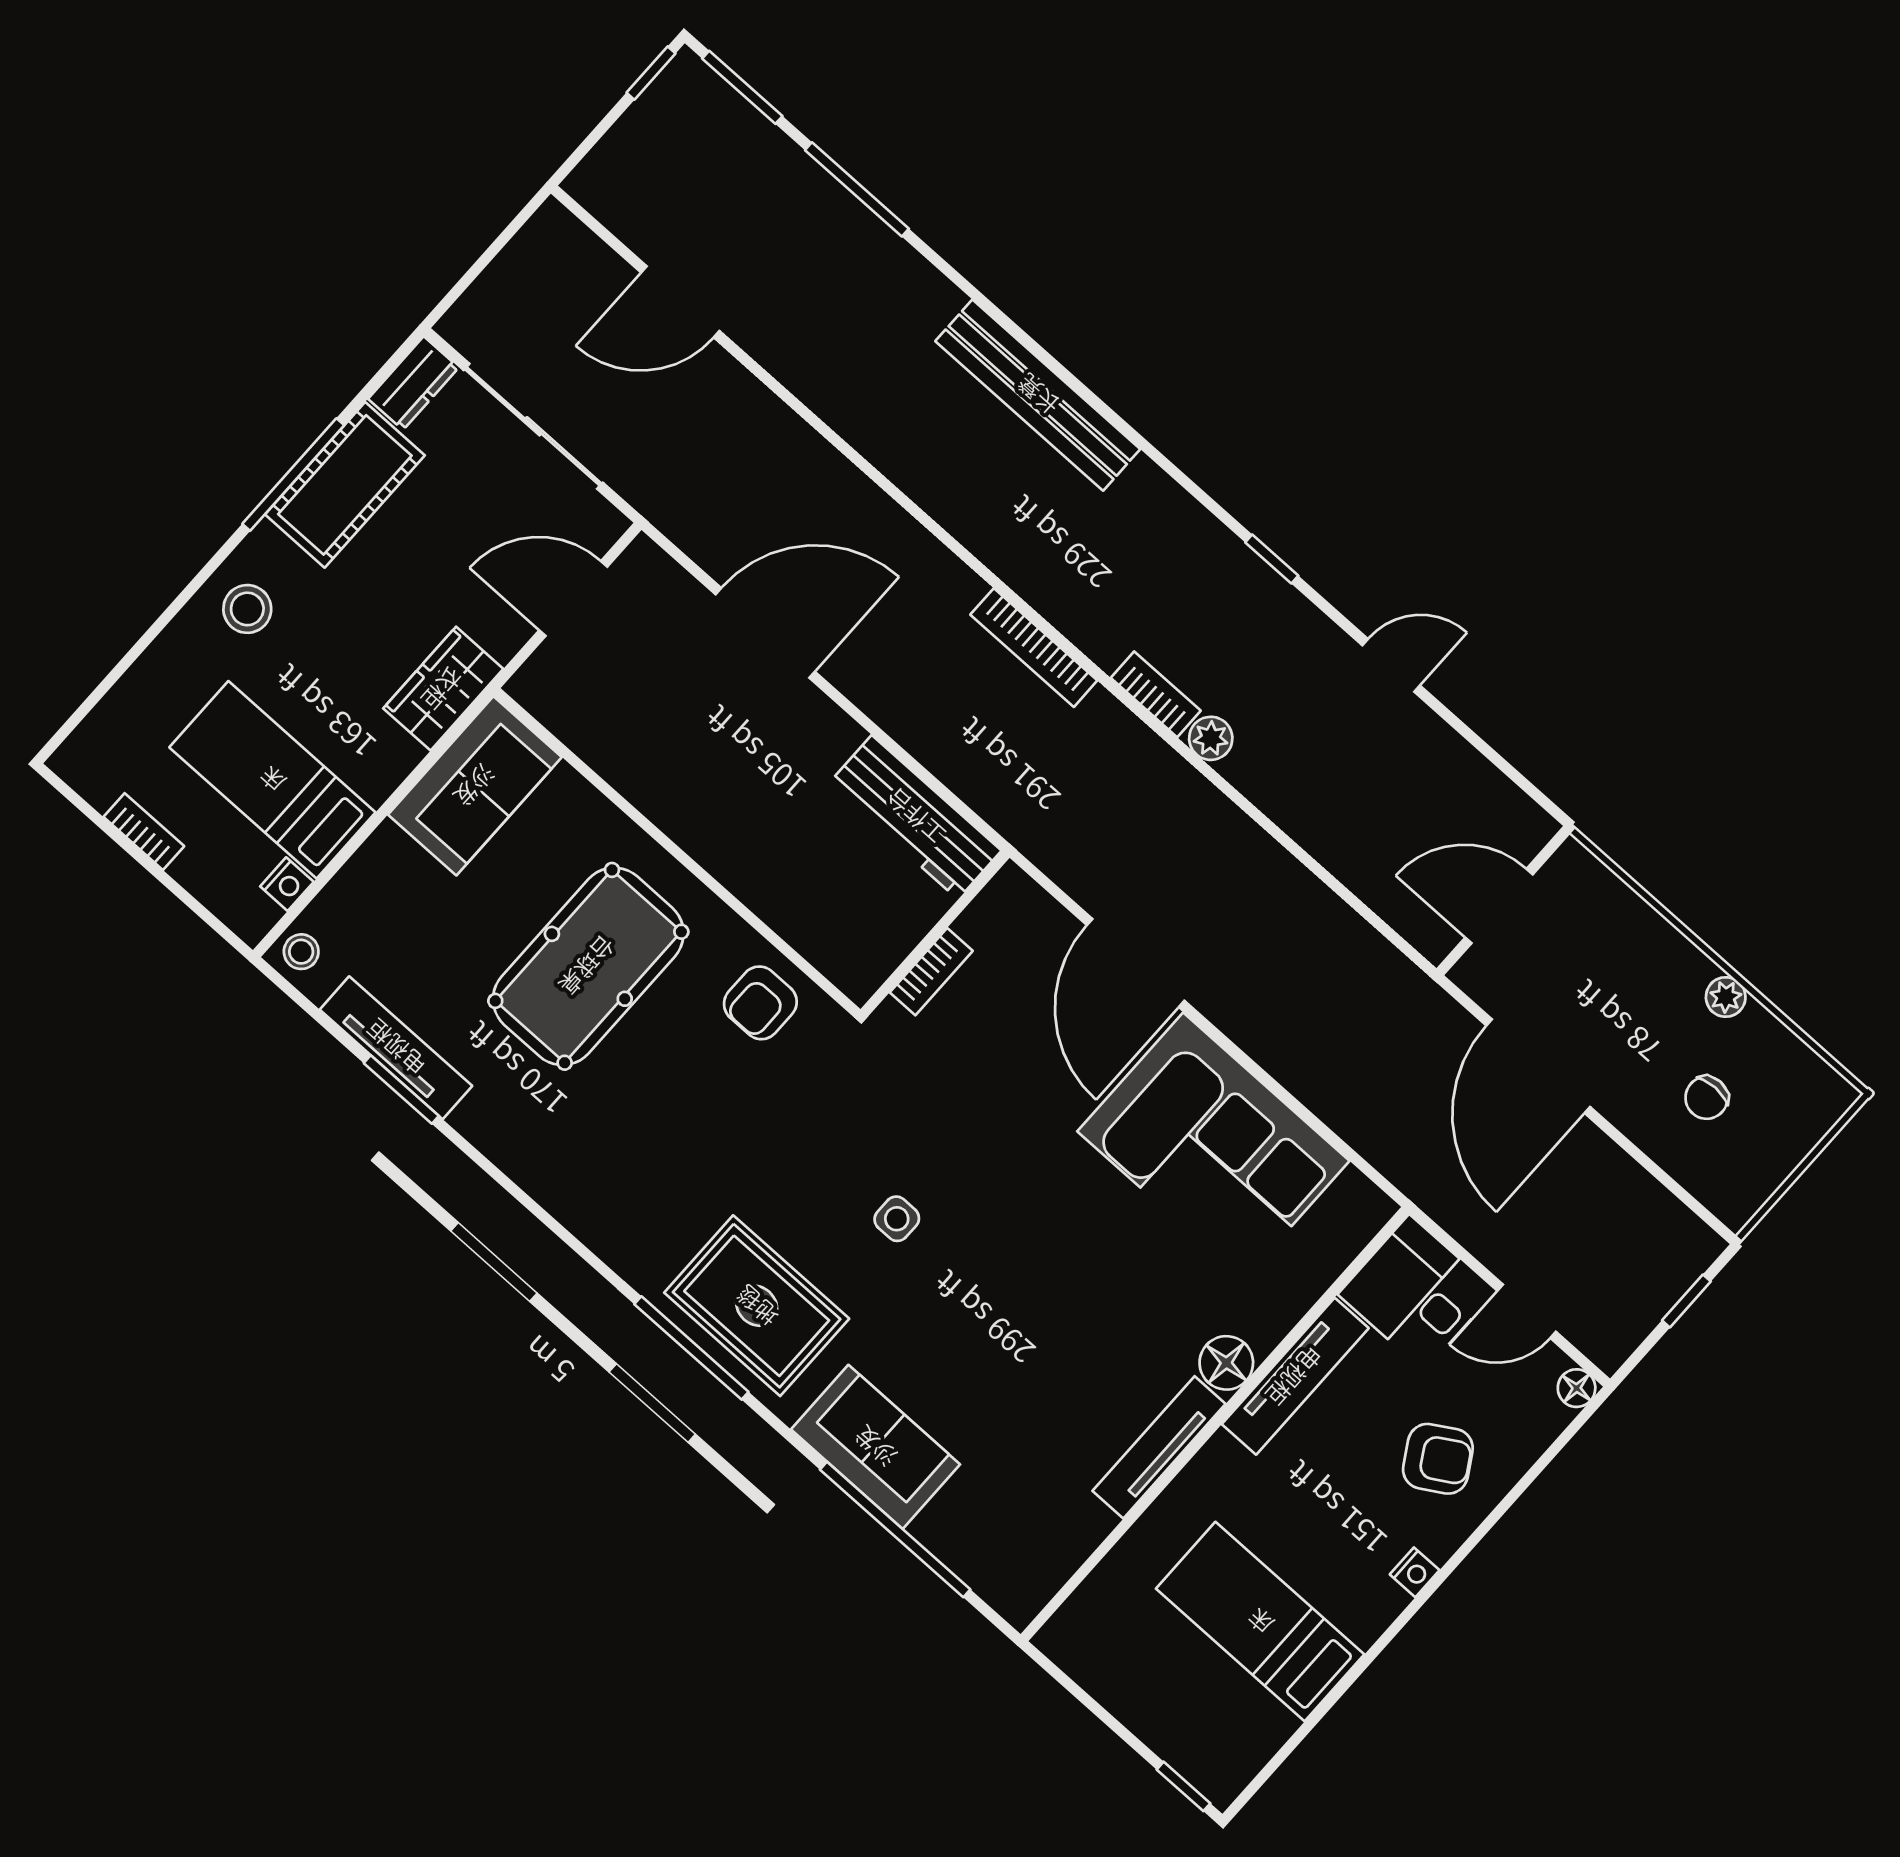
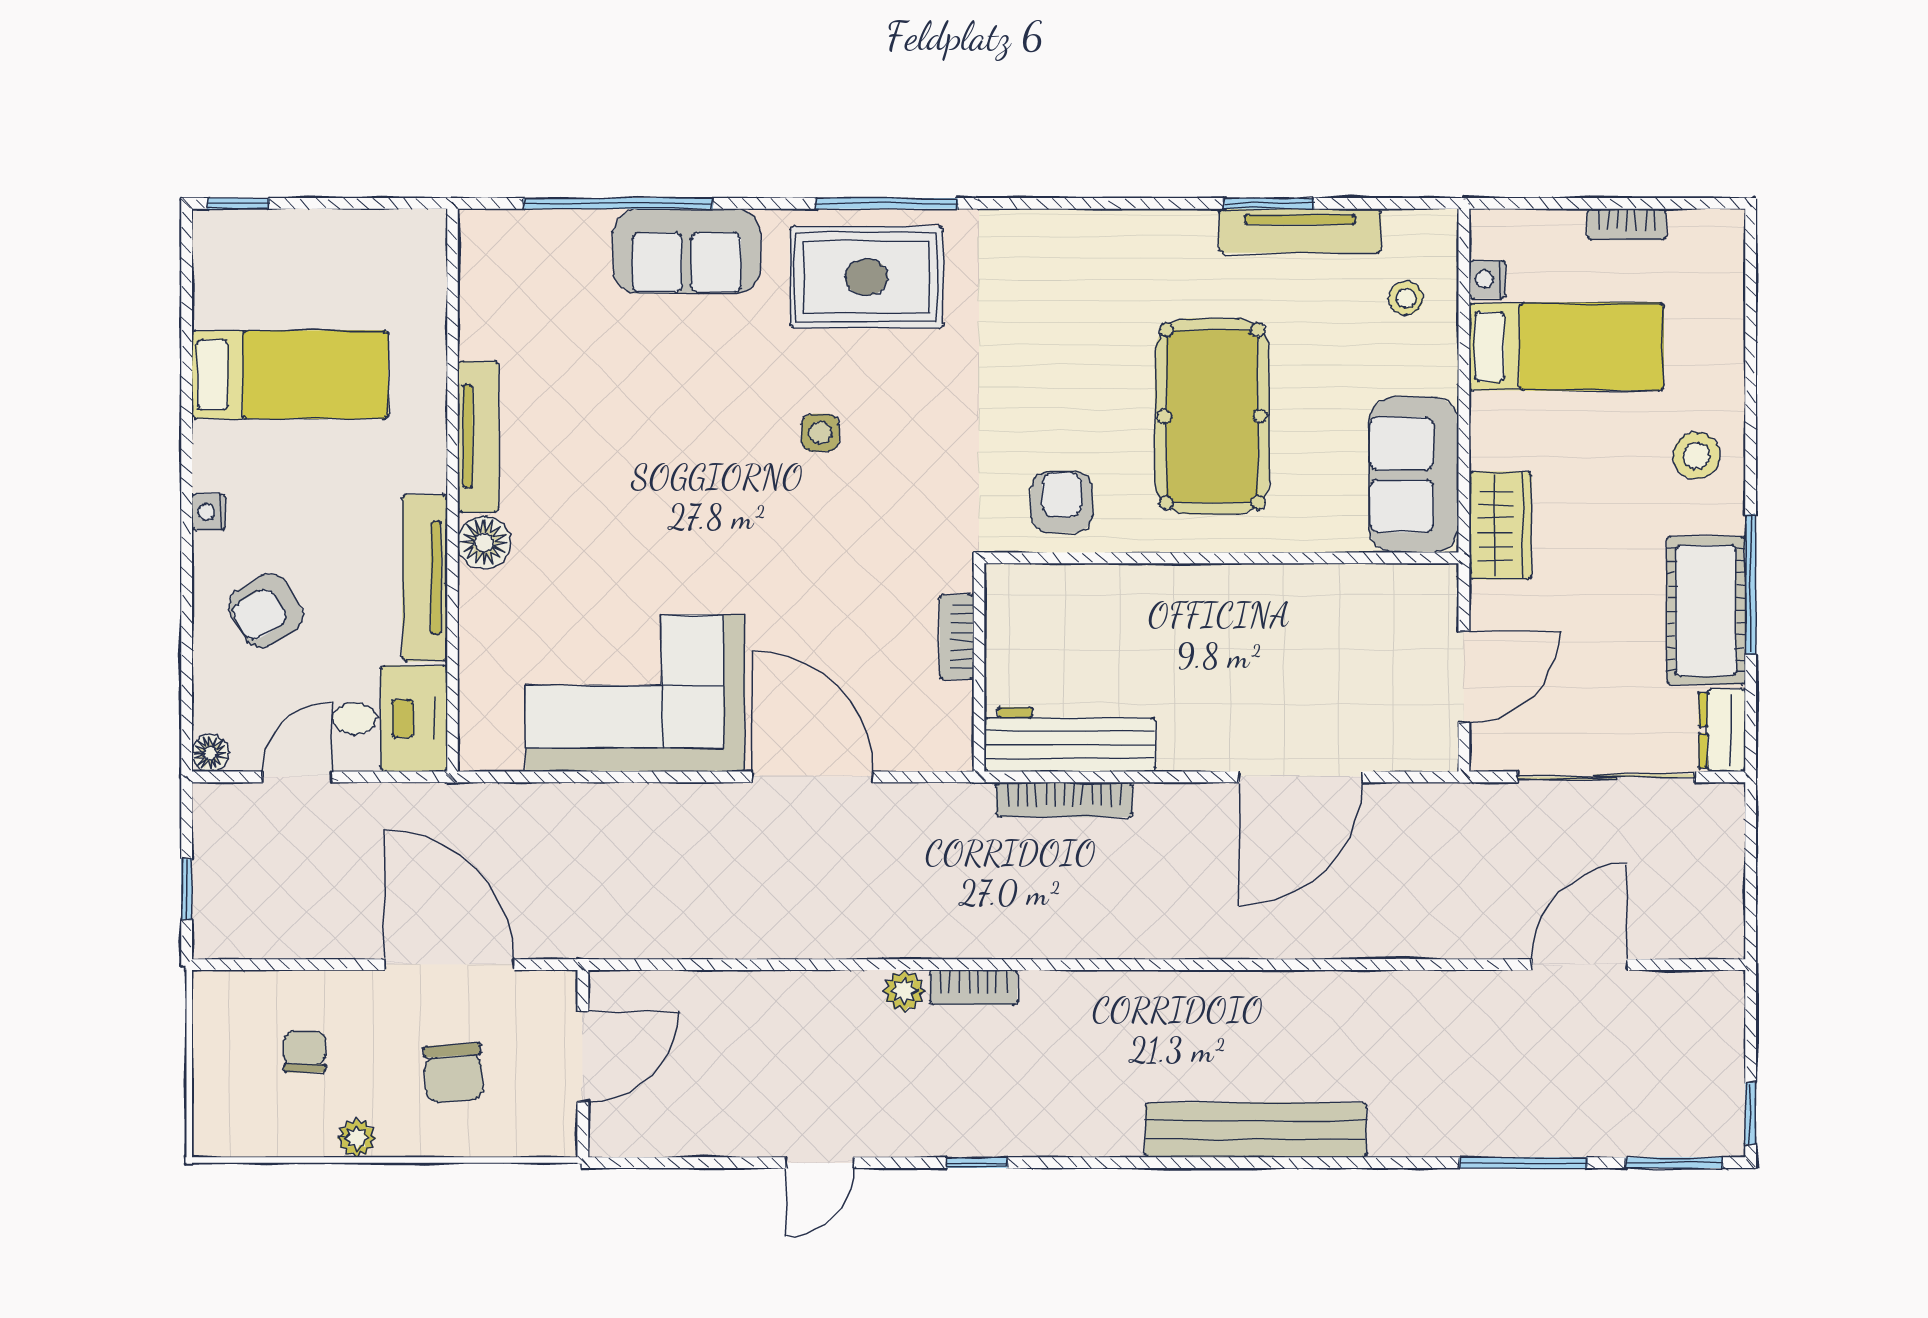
bookcase: (1034, 648) -> (1064, 800), moved, turned 180
stool: (301, 952) -> (1406, 298), moved
chair: (1608, 981) -> (454, 1073), added

